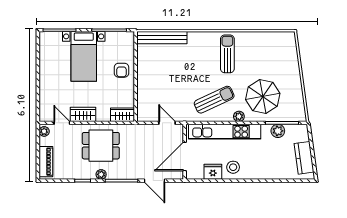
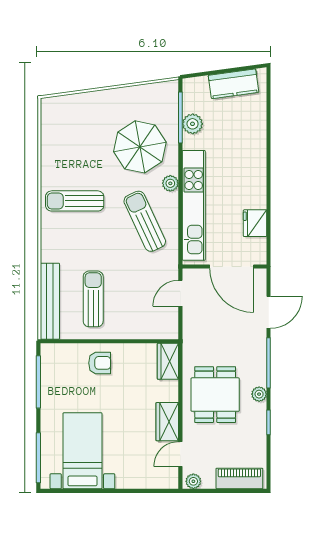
bed with nightstands: (84, 56) -> (82, 451), moved, turned -90
sun lounger: (163, 66) -> (93, 299), added
stool: (233, 167) -> (248, 192), removed

